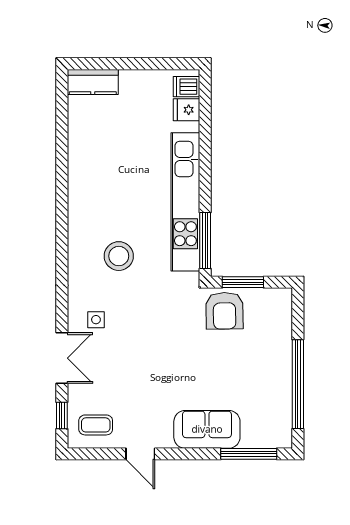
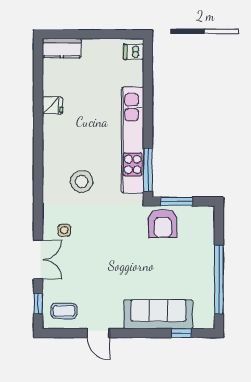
fridge: (187, 110) -> (52, 105), moved, turned 180
sofa: (207, 429) -> (158, 314), width x1.36
window: (249, 454) -> (181, 333), width x0.46

